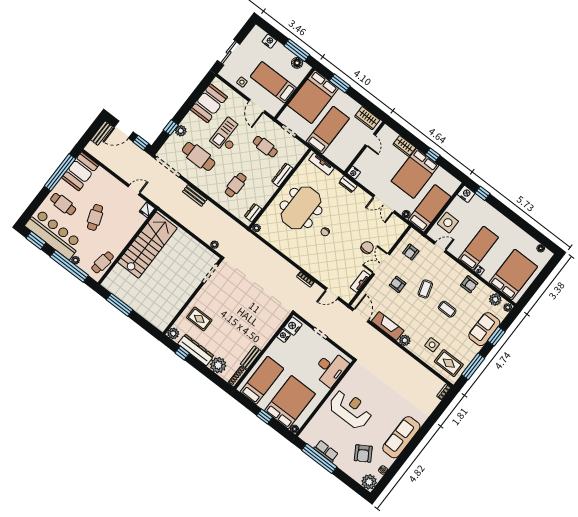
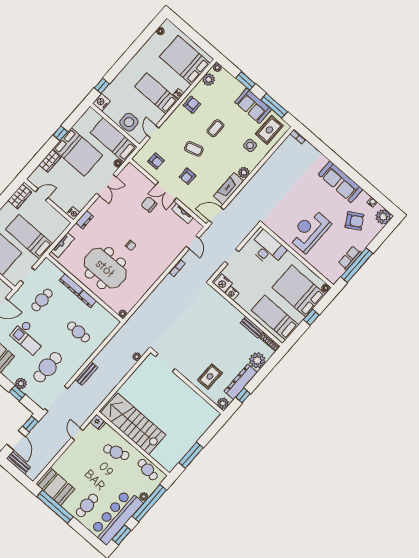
dresser: (253, 213) -> (87, 299), moved
cafe table: (95, 217) -> (116, 452), moved
sofa: (484, 329) -> (253, 106), moved

